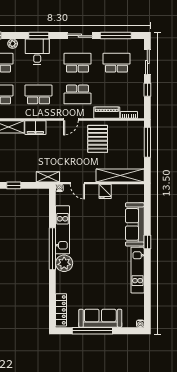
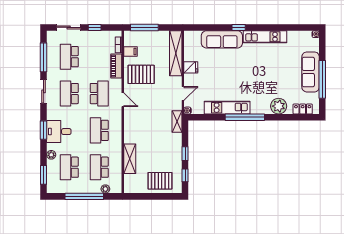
filing cabinet: (35, 128) -> (130, 52), moved, width x0.50
plant: (64, 263) -> (279, 106), moved
locker: (61, 310) -> (303, 109), width x0.66

